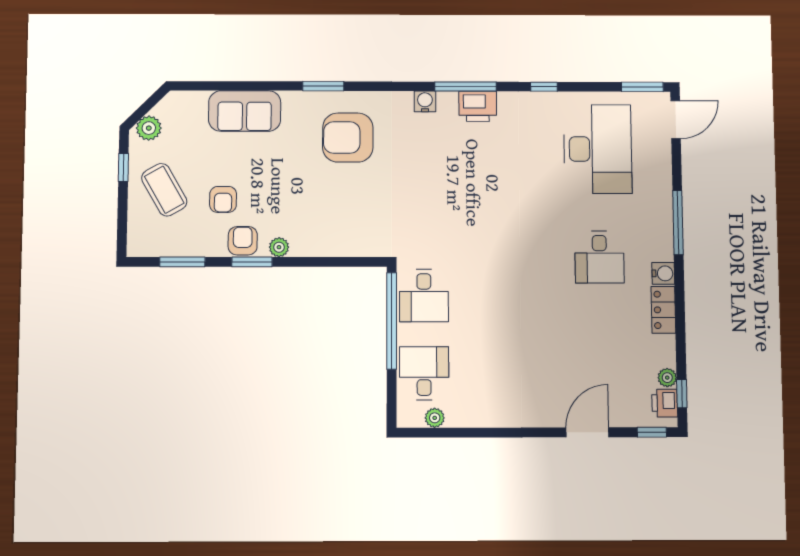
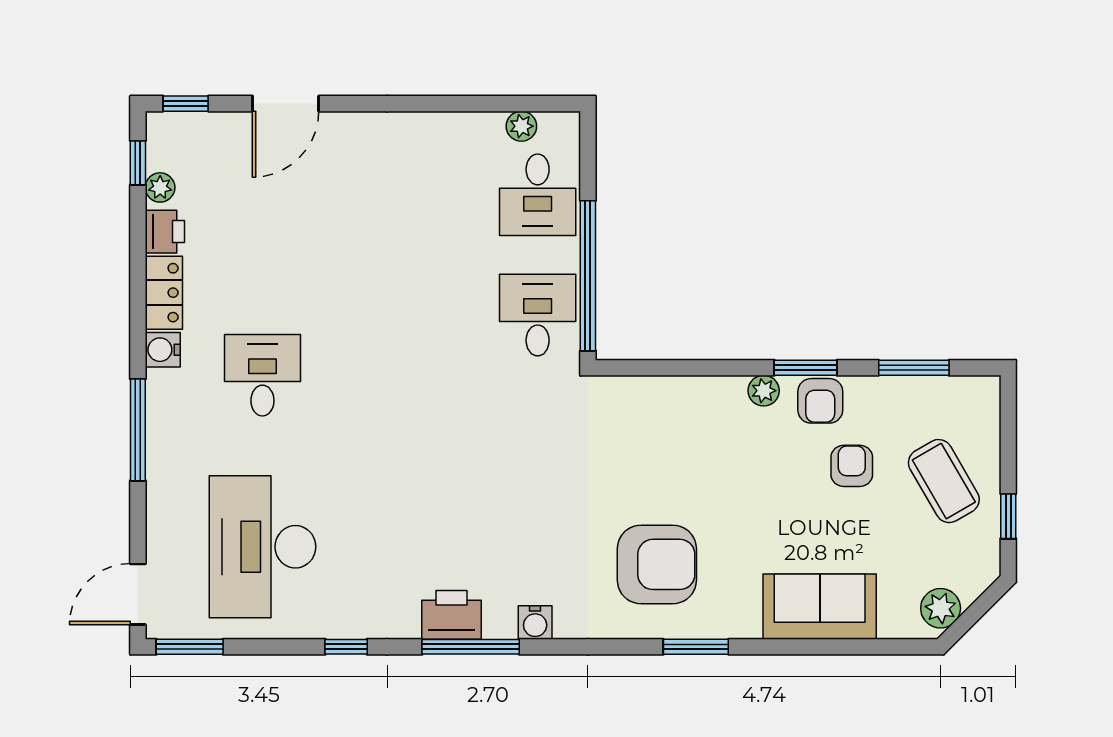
plant: (149, 128) -> (941, 608), moved
printer: (665, 403) -> (165, 232), moved

